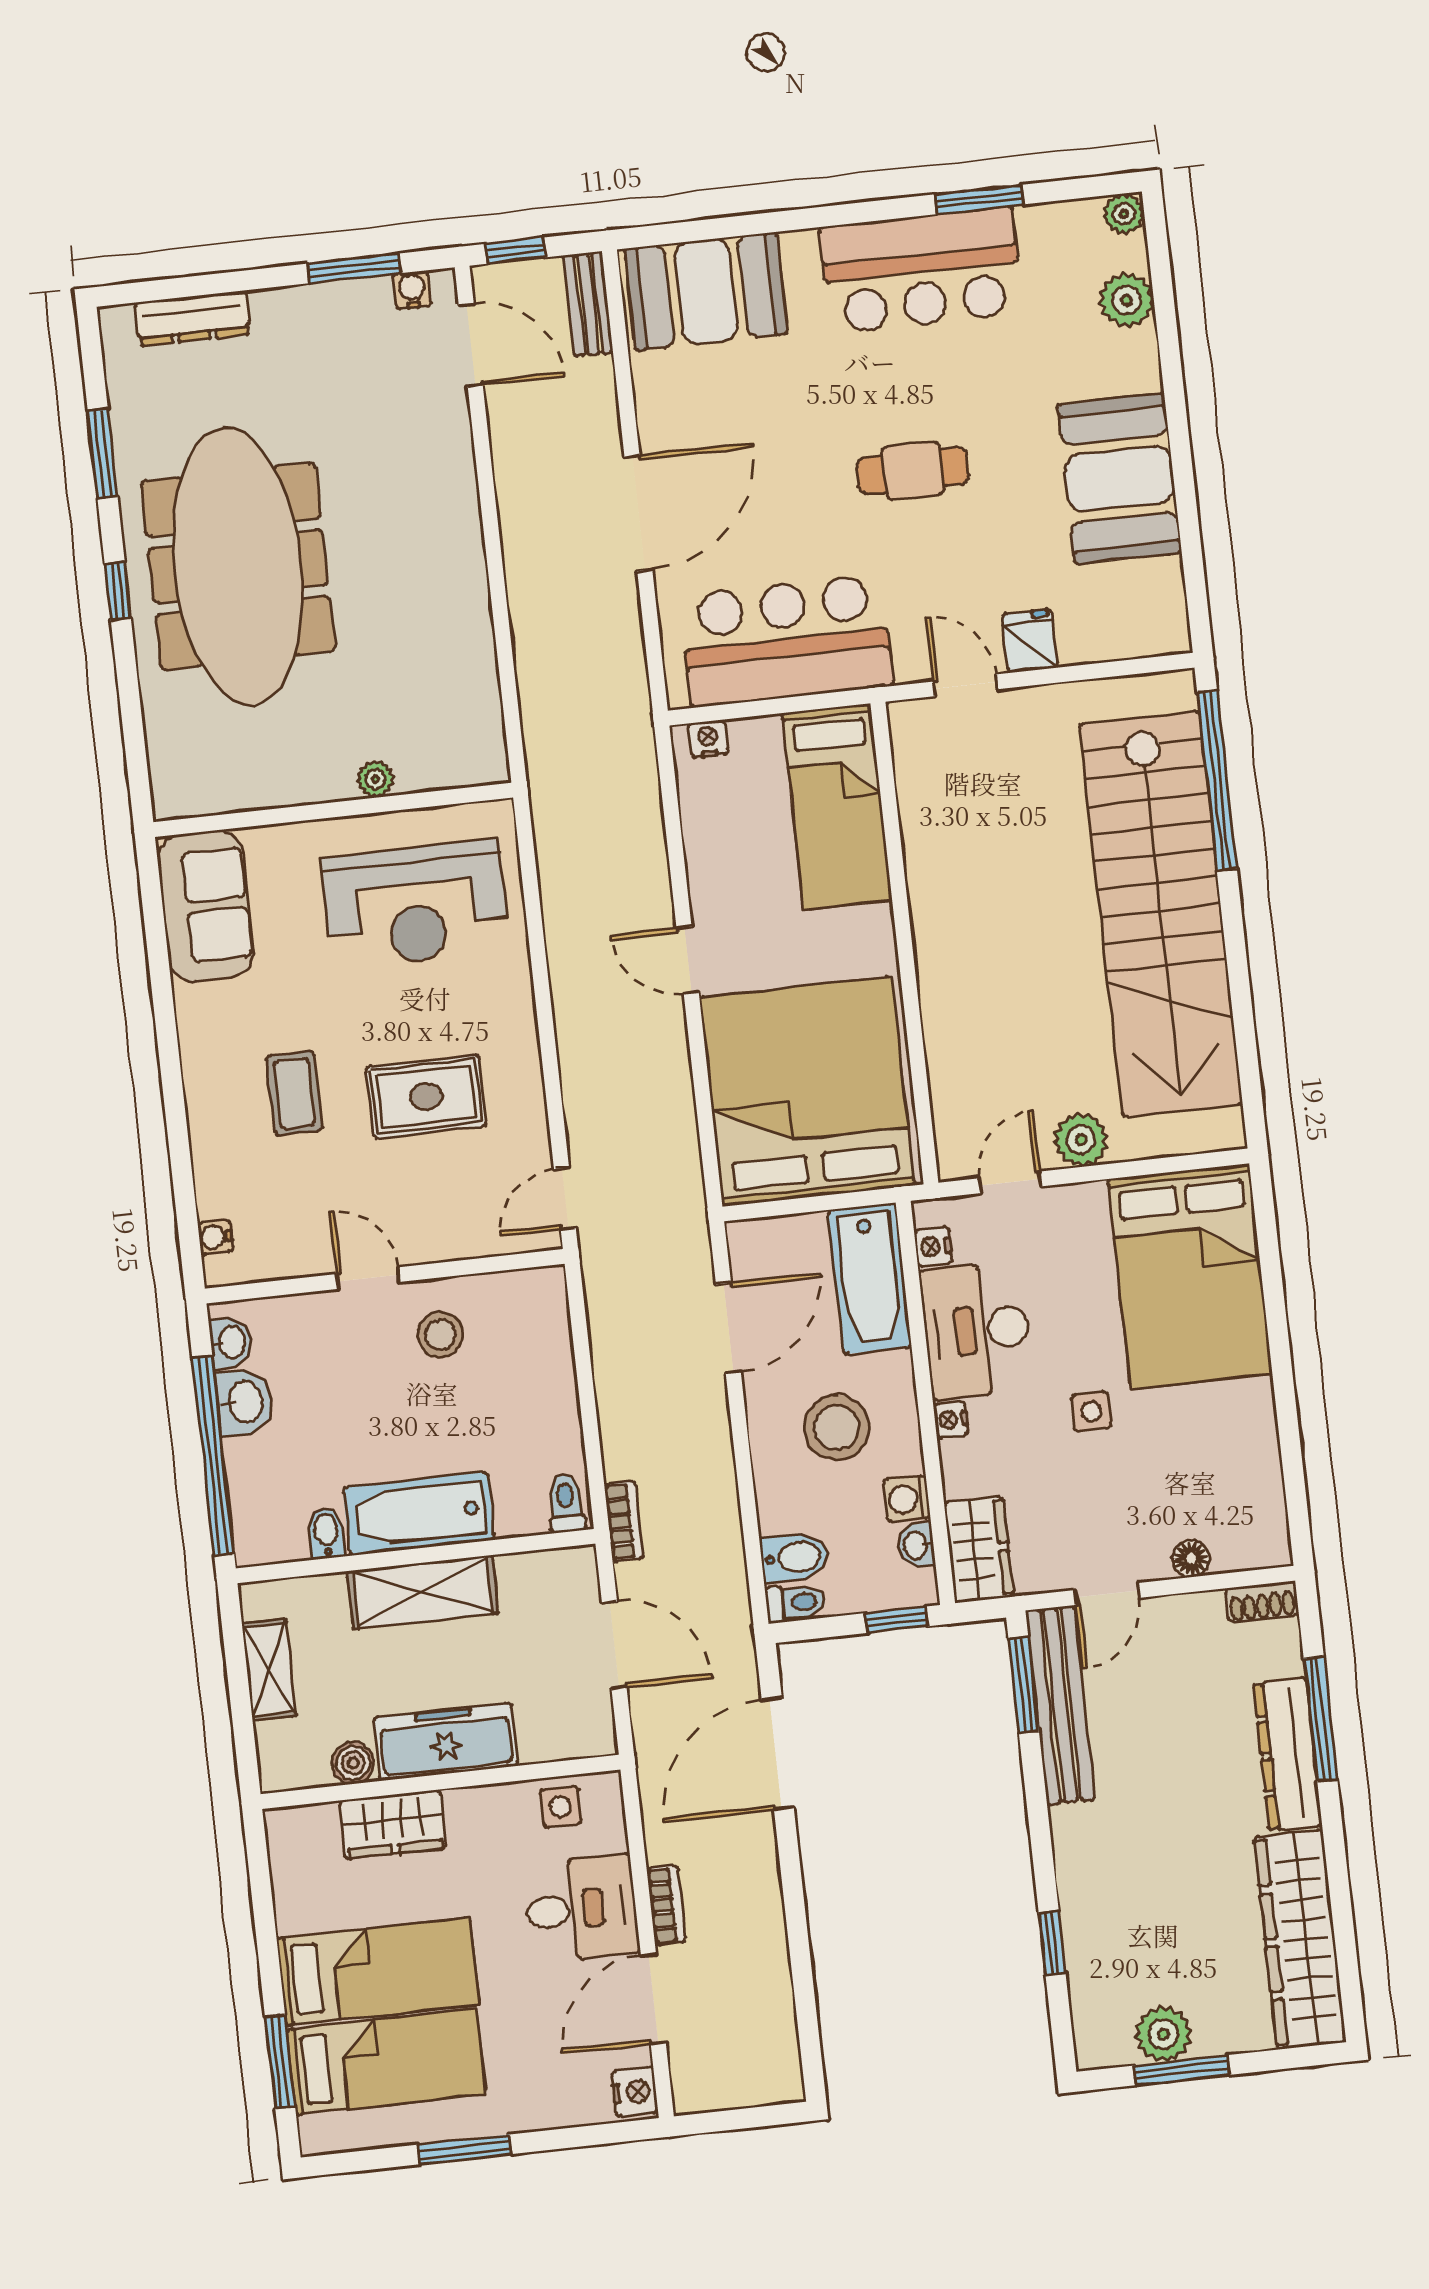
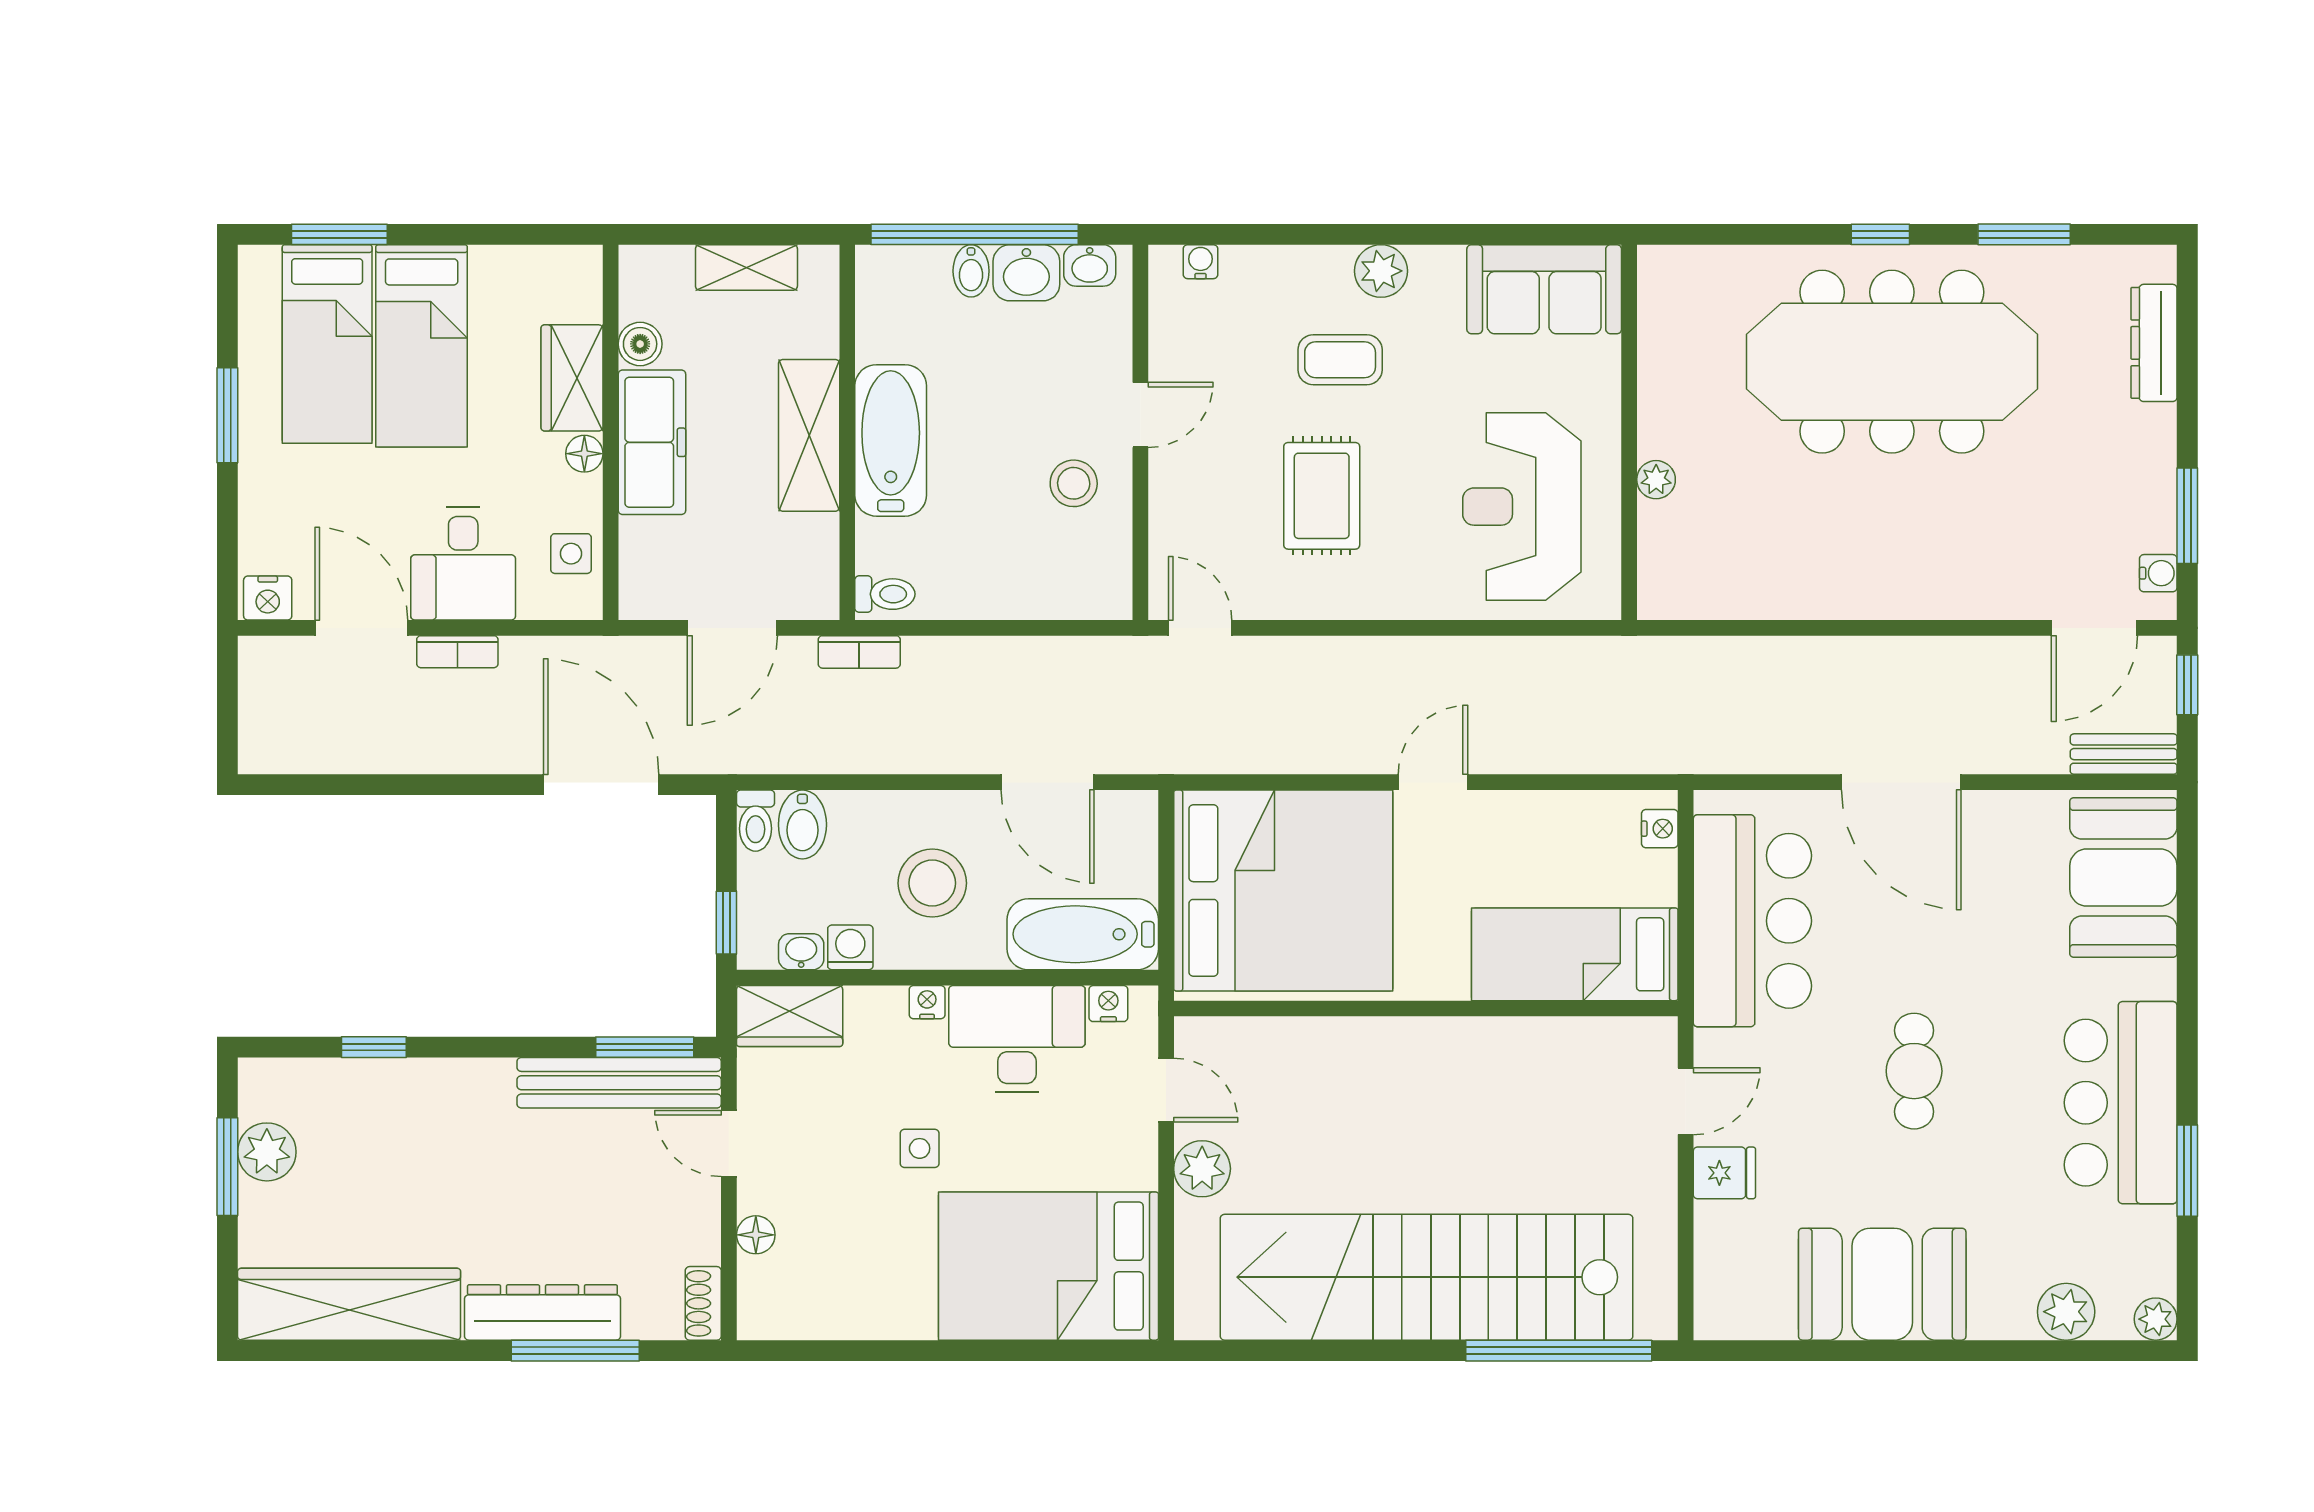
plant: (205, 1064) -> (1381, 271), added
bidet: (326, 1533) -> (971, 271), moved, turned 90
floor lamp: (464, 1805) -> (584, 454), added

